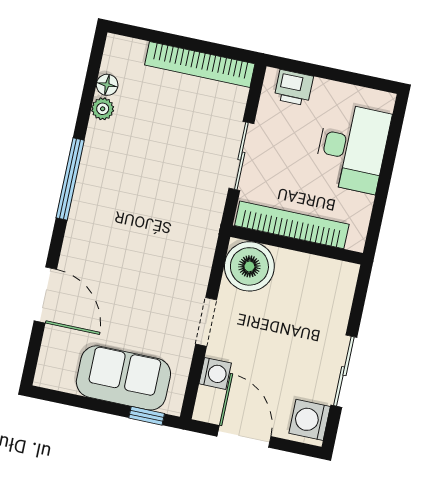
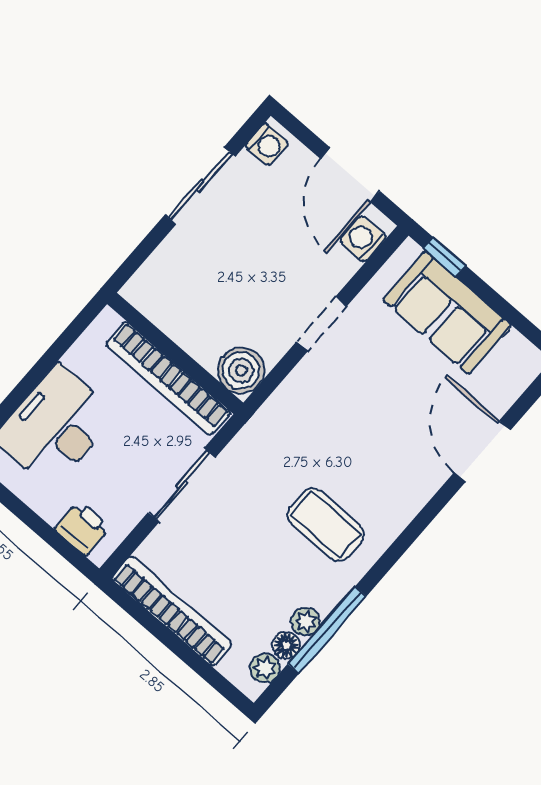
plant: (113, 61) -> (265, 668), added
window: (70, 179) -> (327, 630), moved
coffee table: (126, 184) -> (326, 525), added
boiler: (249, 266) -> (241, 370), width x0.73, depth x0.73
washing machine: (215, 373) -> (363, 239), moved
washing machine: (310, 420) -> (267, 144), width x0.73, depth x0.73

